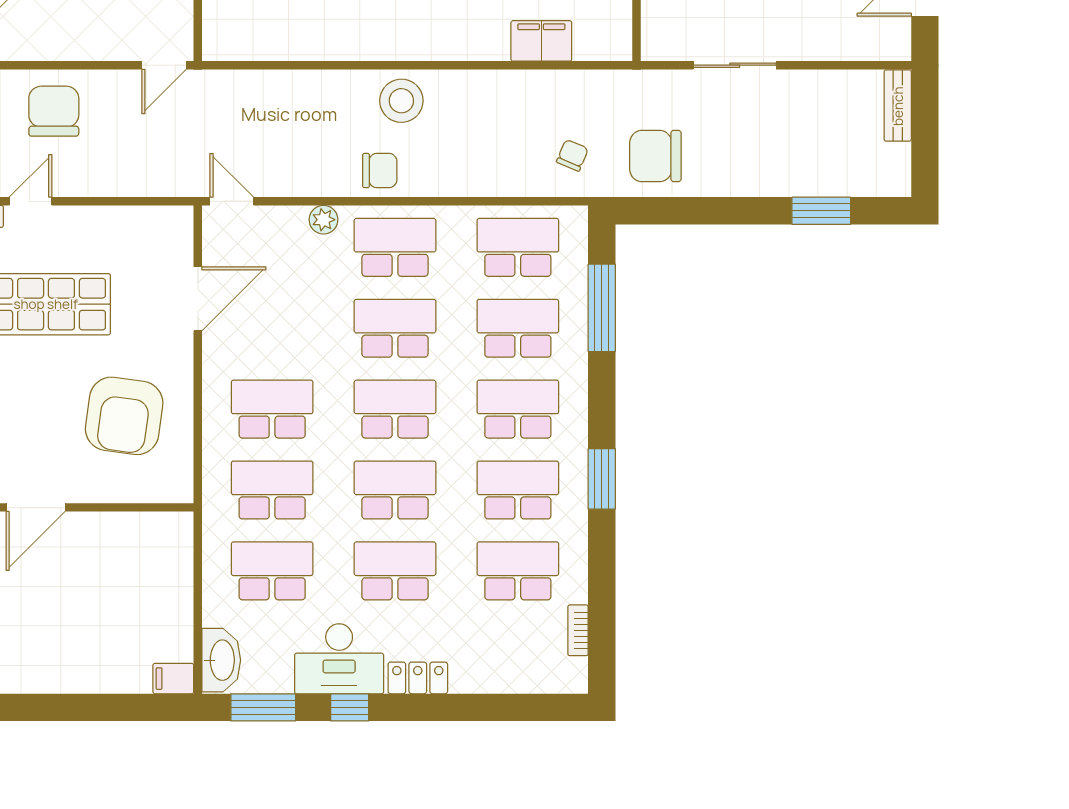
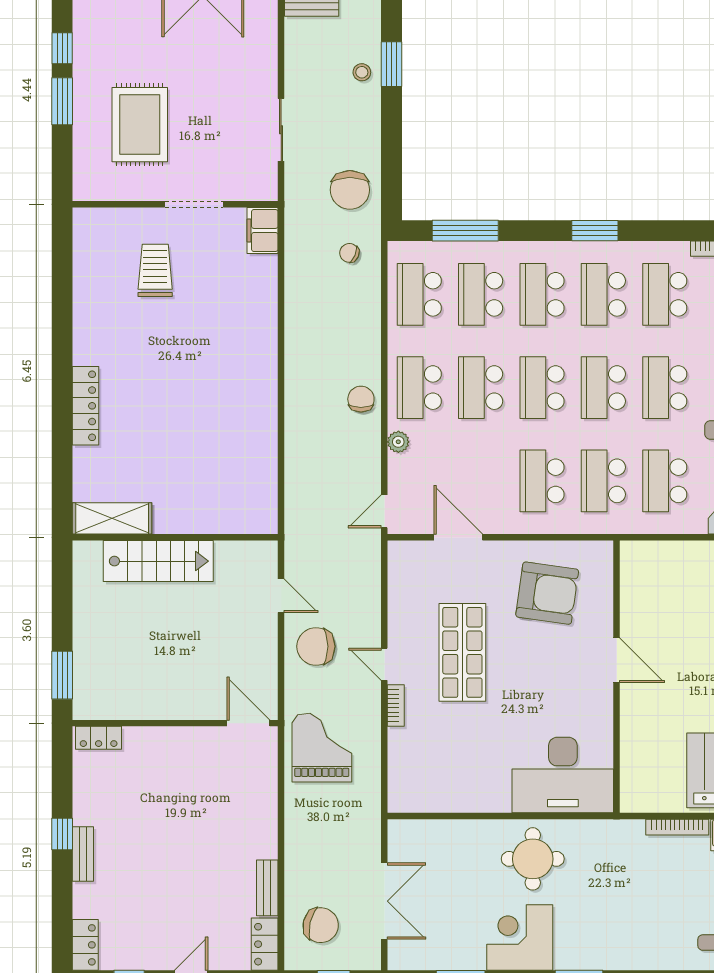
filing cabinet: (541, 41) -> (263, 230), moved
door: (164, 65) -> (281, 596), moved
stool: (401, 101) -> (362, 72), moved, width x0.53, depth x0.53

